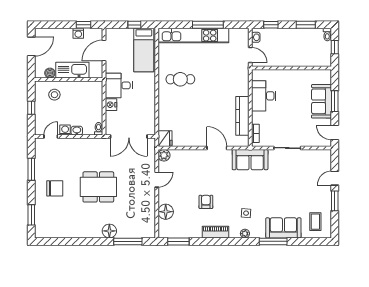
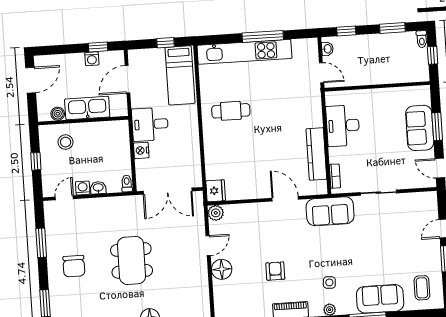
dining table: (98, 187) -> (132, 260), turned 90
chair: (55, 188) -> (74, 266), turned 90
floor lamp: (166, 212) -> (222, 269), moved

